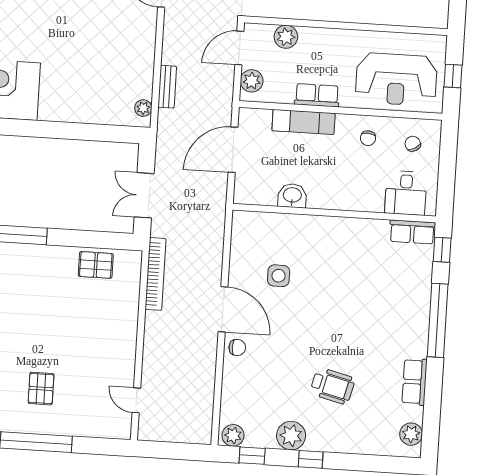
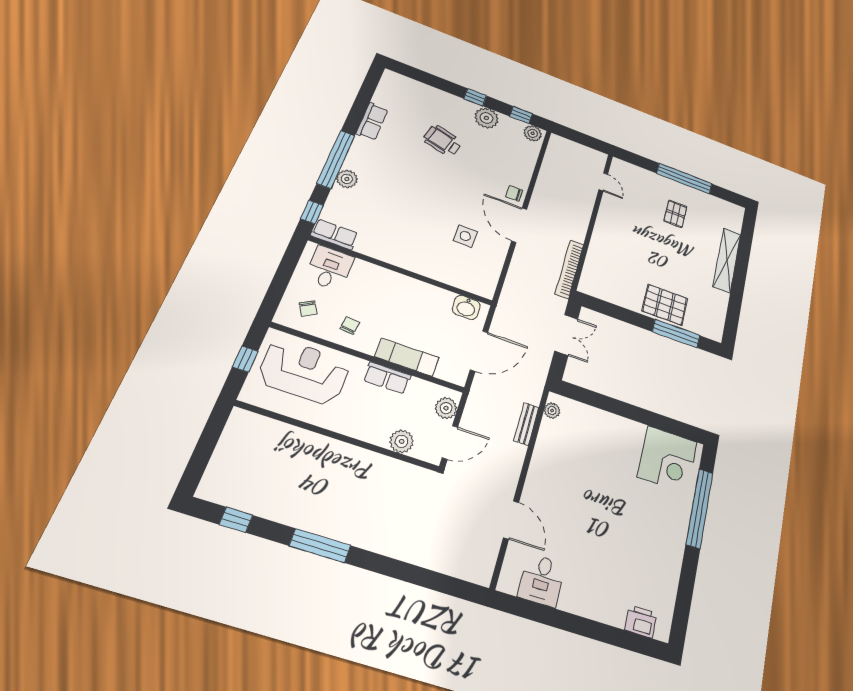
washbasin: (292, 196) -> (466, 307), moved
pallet: (96, 265) -> (665, 305), moved, width x1.50, depth x1.42
plant: (411, 434) -> (347, 179), moved

